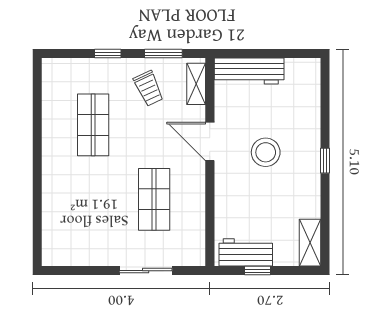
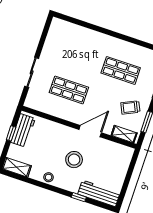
workbench: (249, 71) -> (99, 193), moved, turned 90
window: (325, 161) -> (79, 197), moved
stool: (309, 184) -> (49, 177), added

